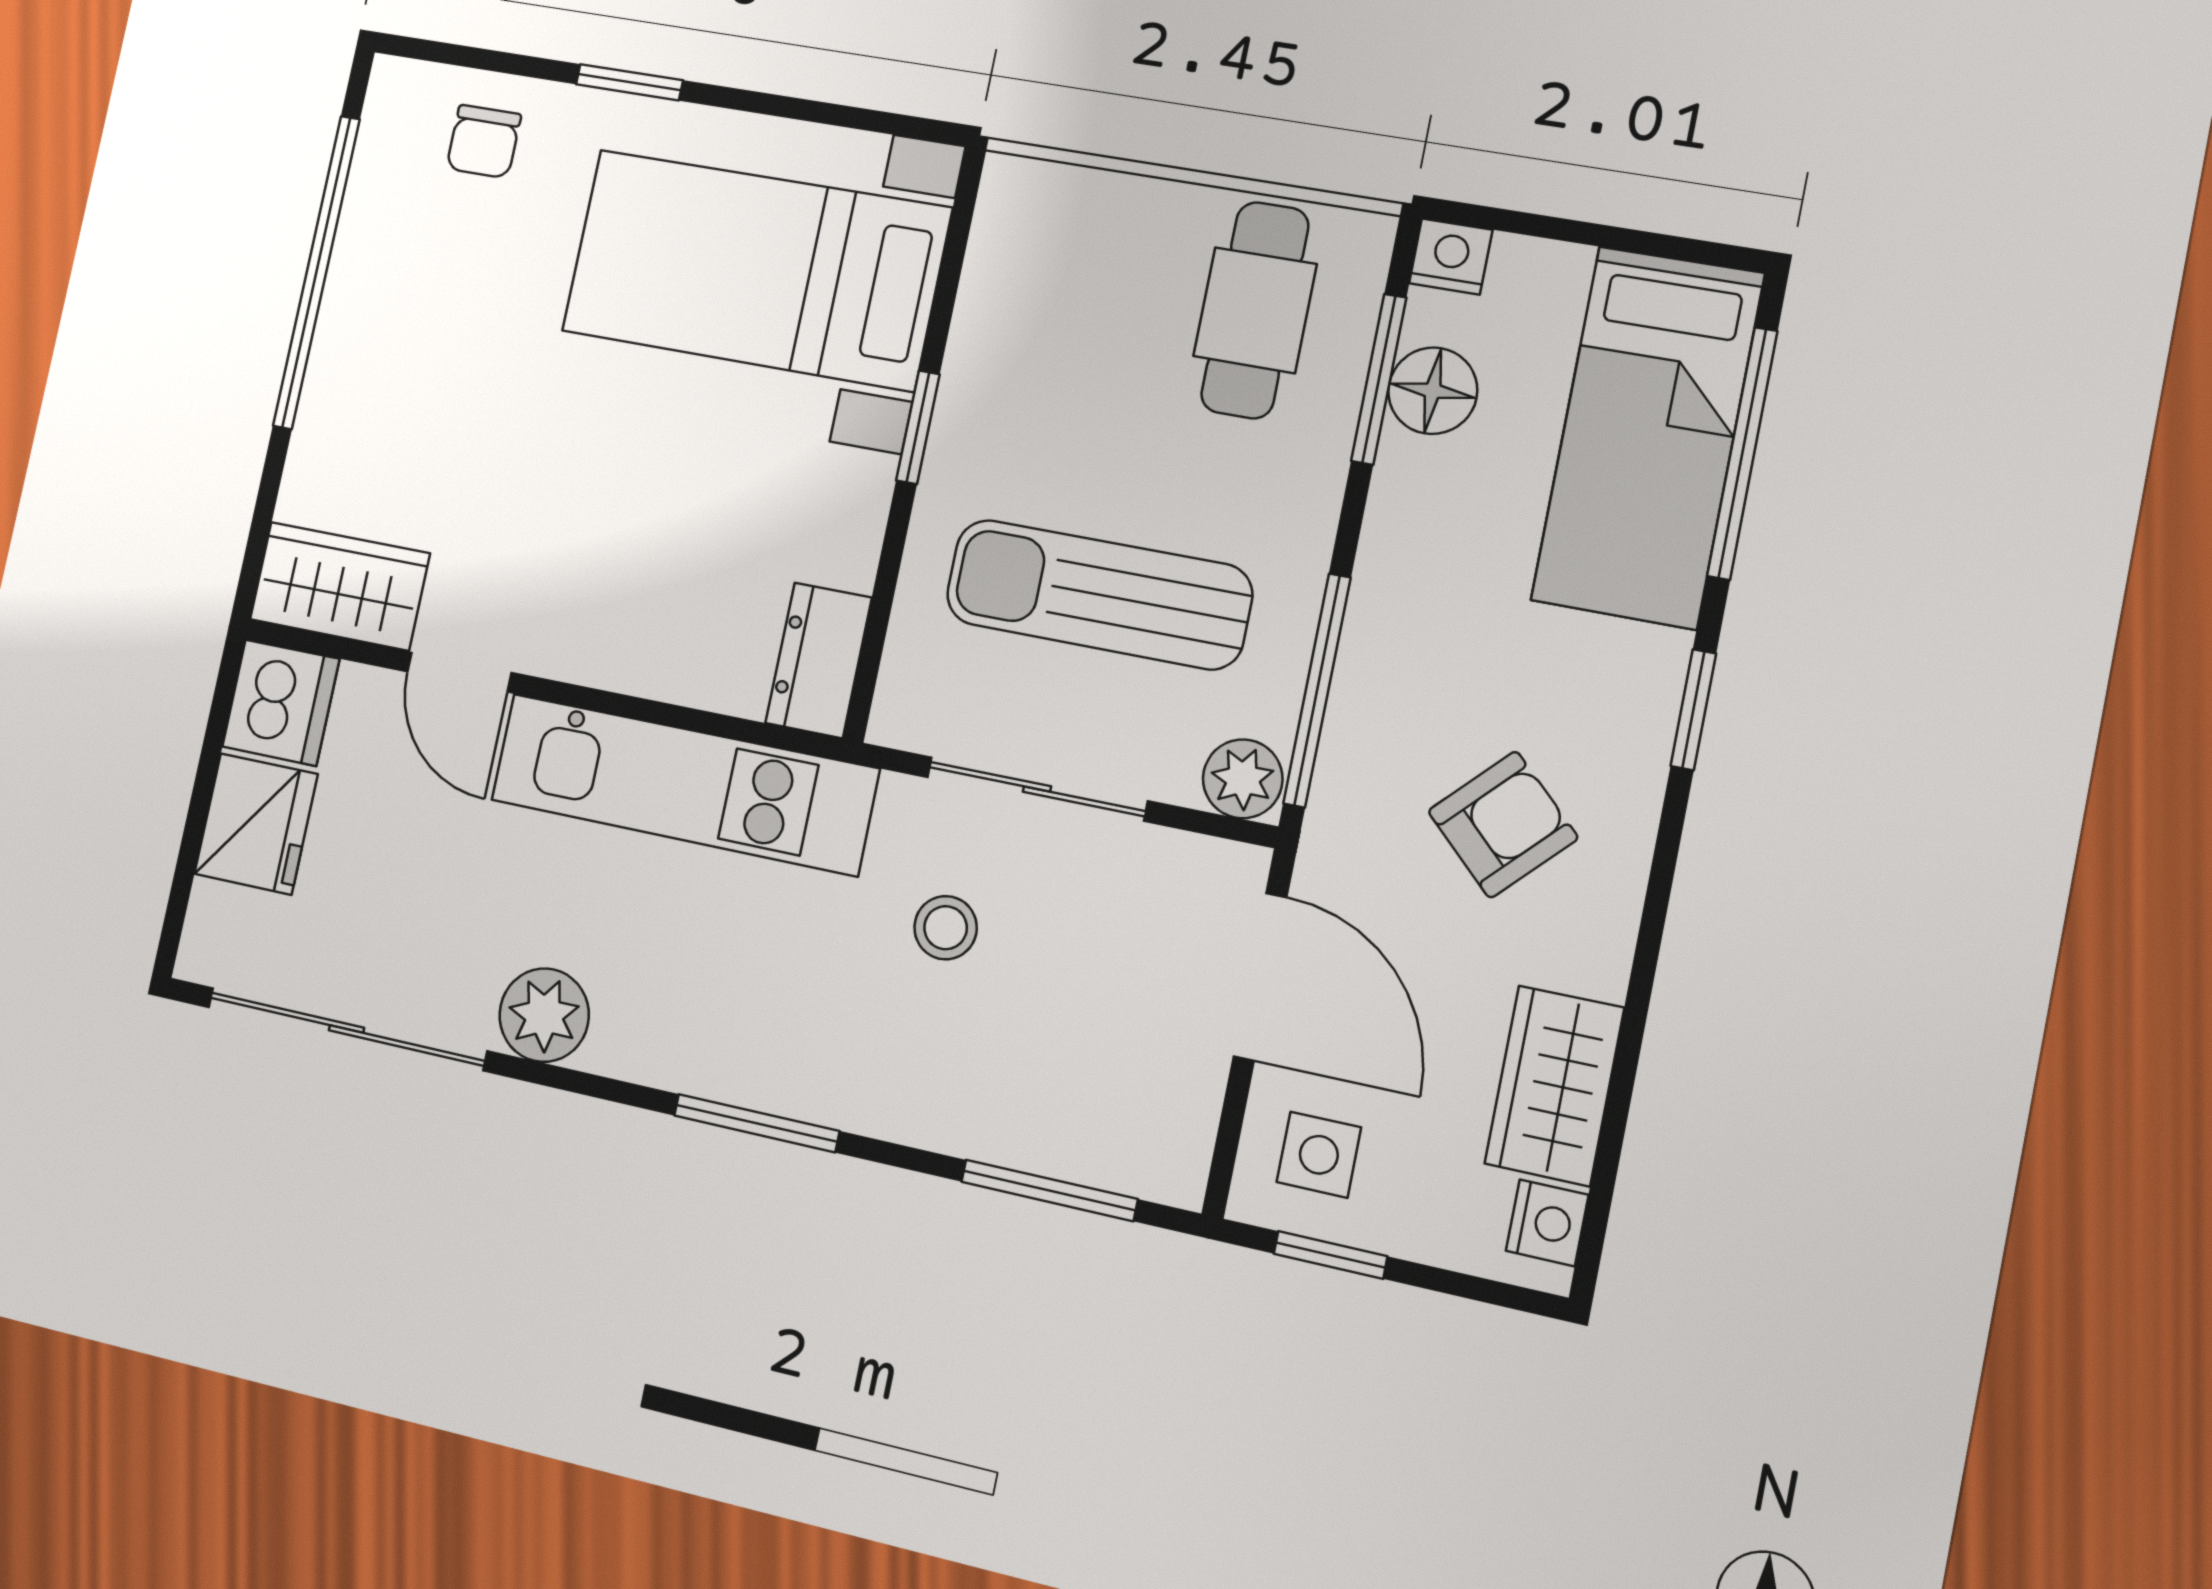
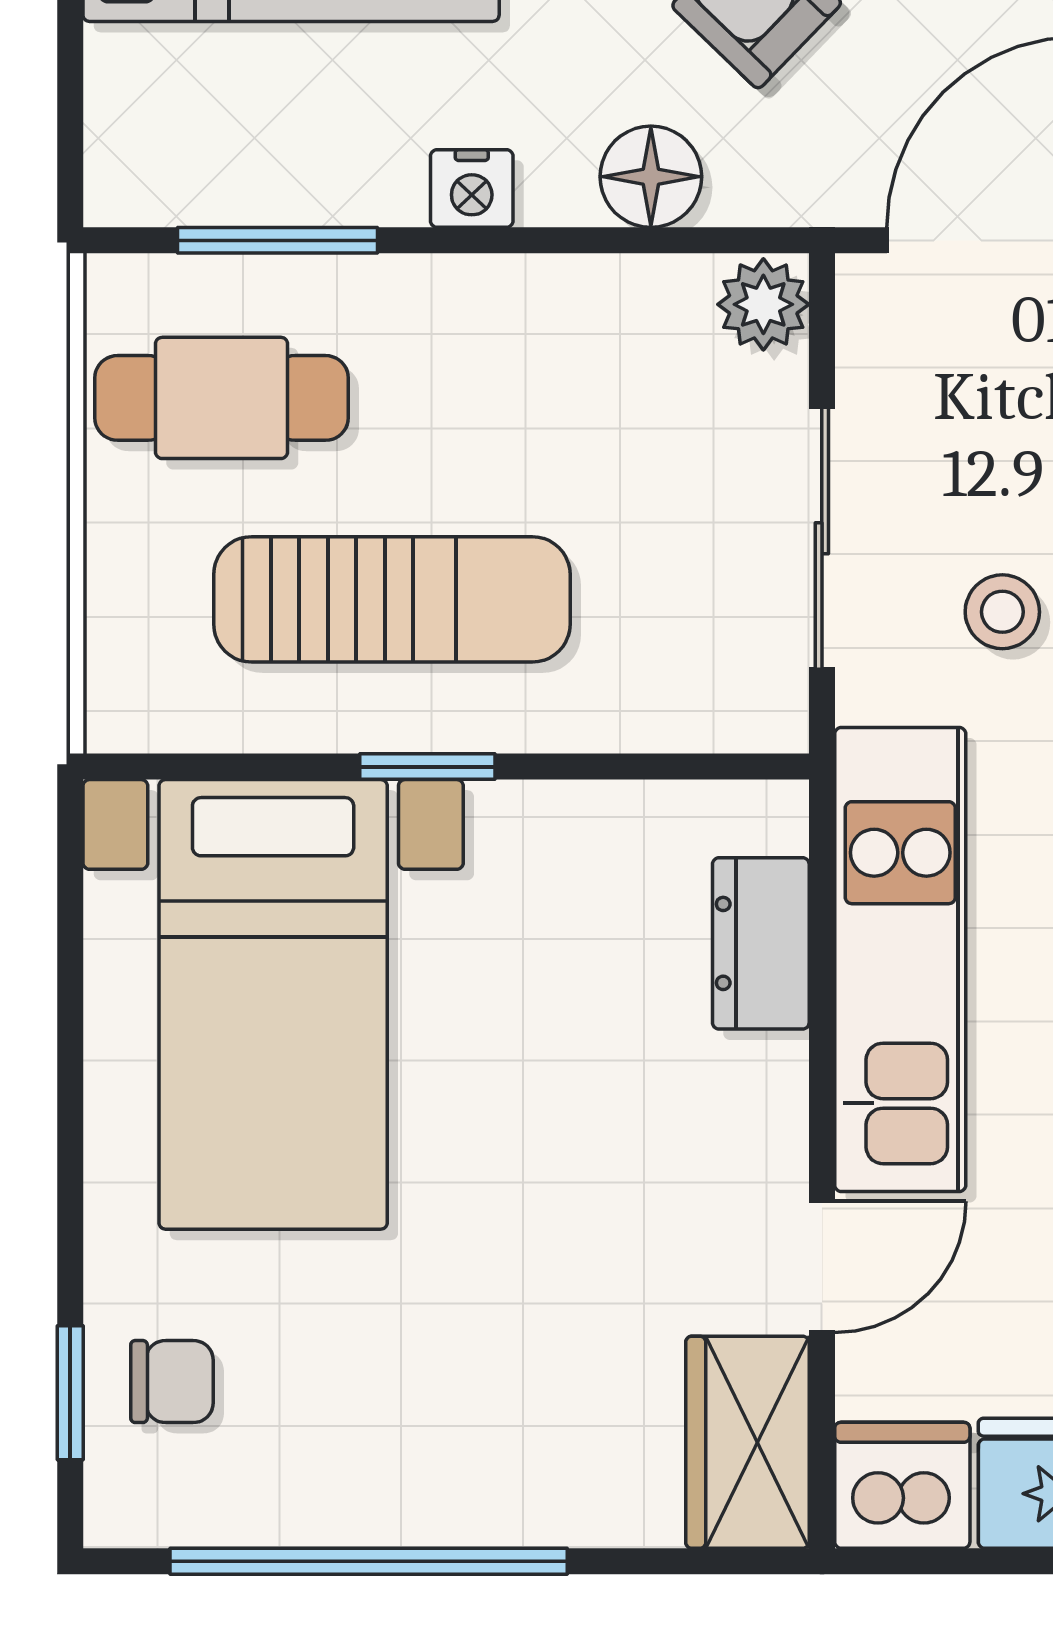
window: (629, 82) -> (70, 1393), moved
nightstand: (1451, 257) -> (472, 189), moved, turned -90
floor lamp: (1433, 391) -> (651, 177), moved
sun lounger: (1099, 594) -> (392, 599), moved, turned -90
dresser: (819, 660) -> (761, 943), moved, turned 90
window: (1317, 690) -> (646, 240), removed

